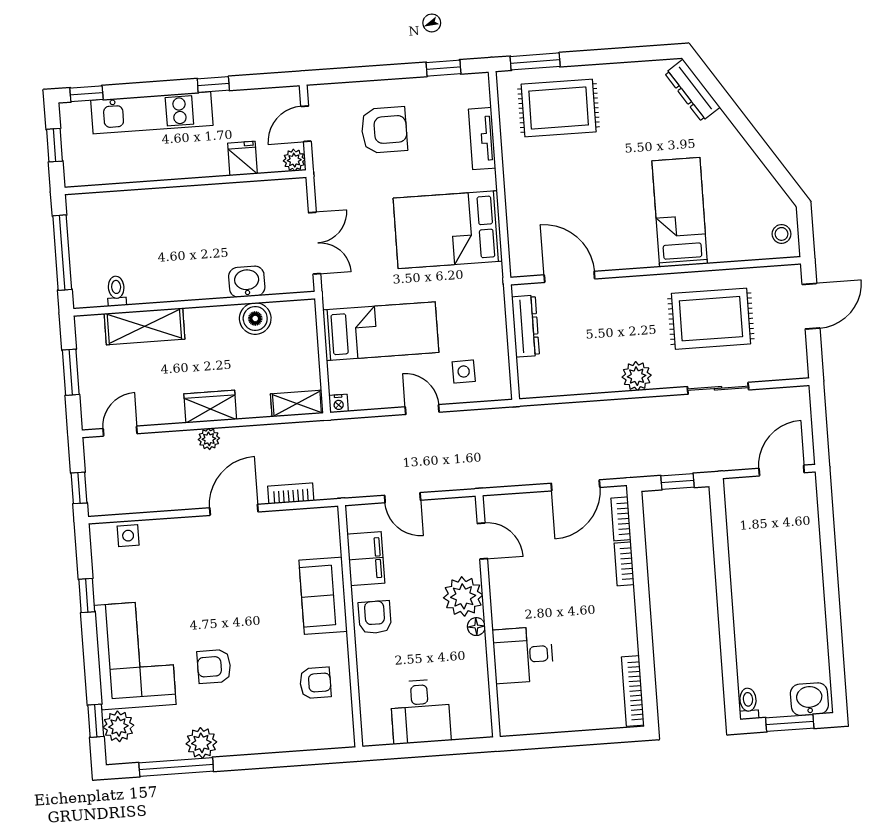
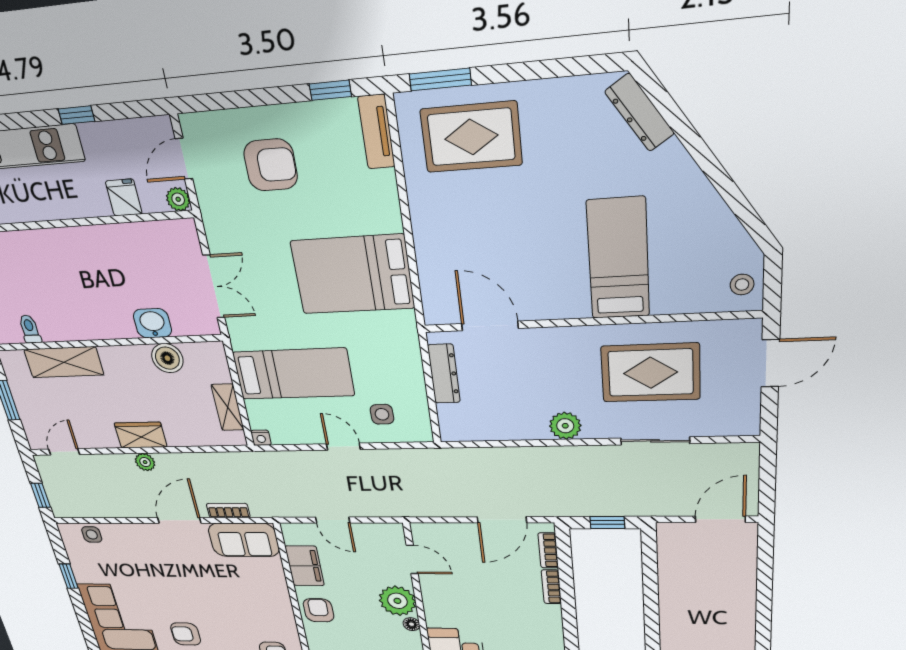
tv unit: (482, 139) -> (376, 132), moved
shelving: (297, 404) -> (228, 407), moved, turned 90
sofa: (323, 596) -> (244, 540), moved, turned -90

